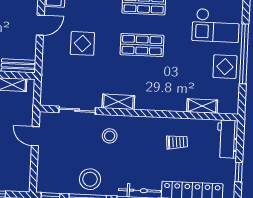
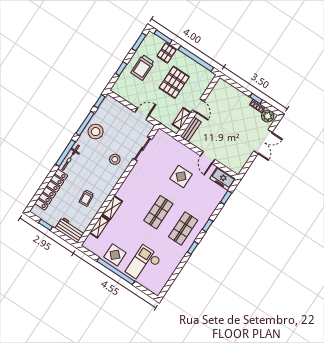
shelving: (118, 102) -> (112, 208), moved

